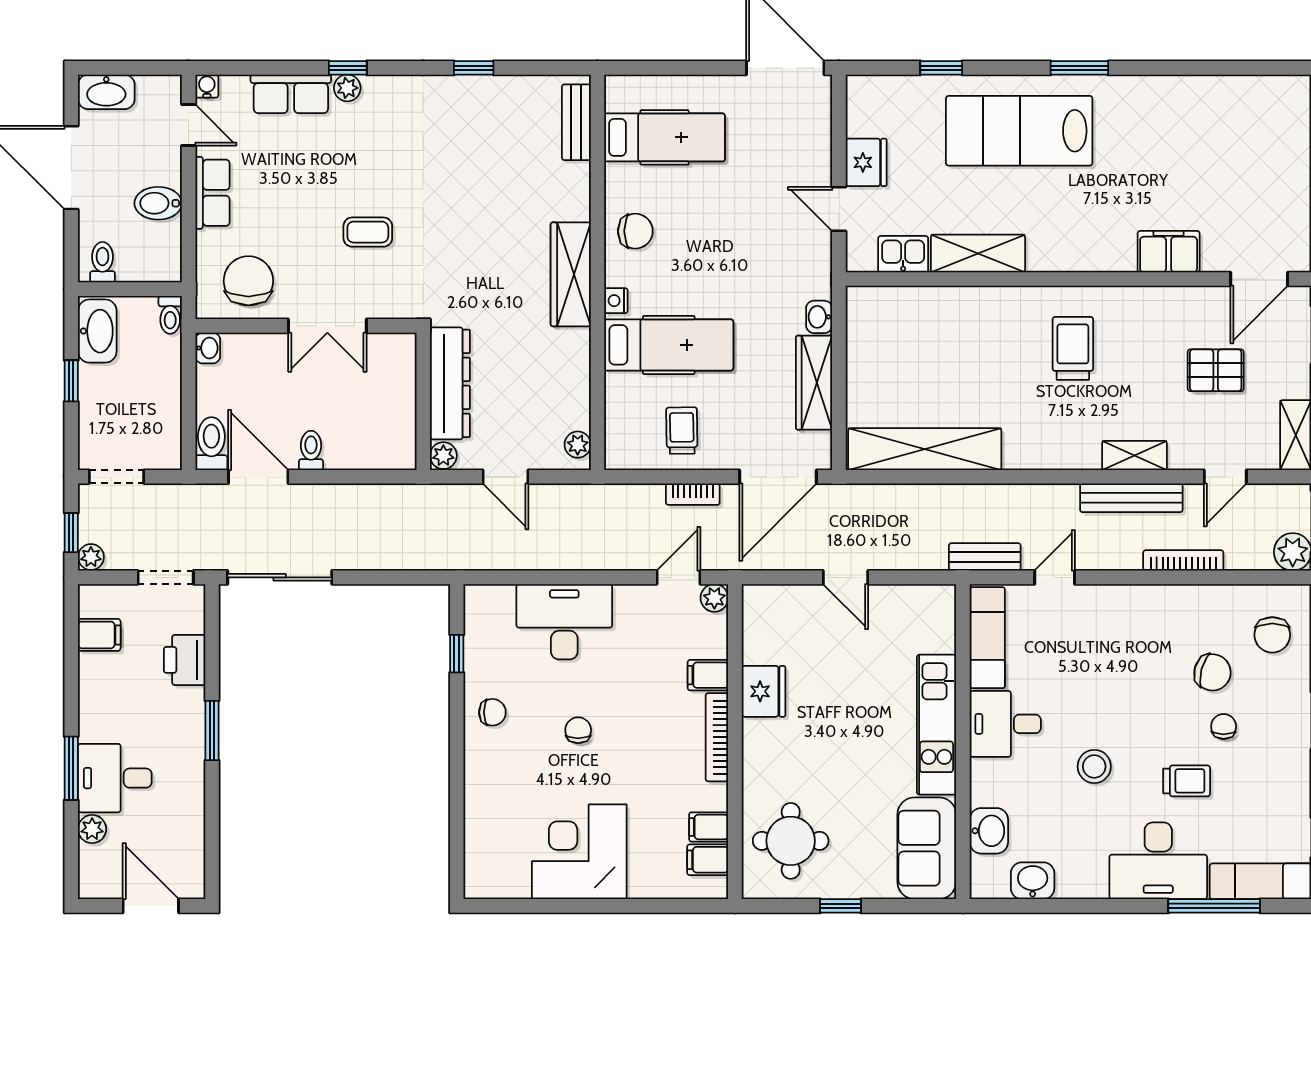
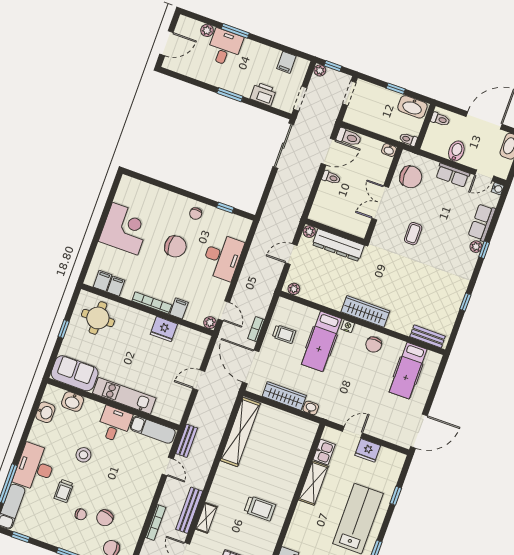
chair: (578, 730) -> (175, 246), width x1.87, depth x1.87

